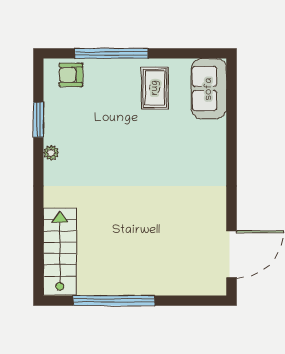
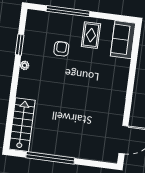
armchair: (71, 75) -> (61, 49), moved, turned 90

